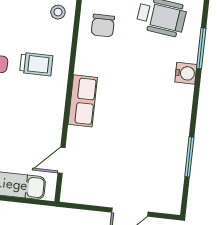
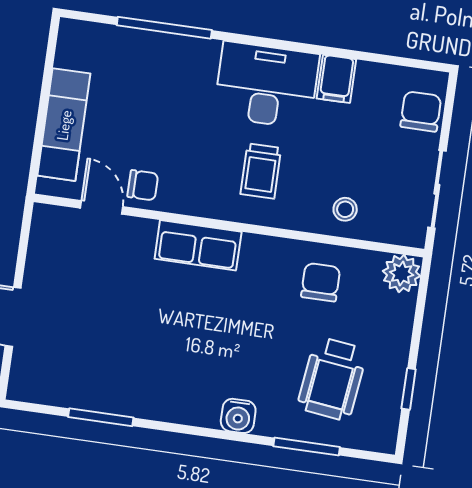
chair: (103, 26) -> (321, 282), turned 90
window: (201, 48) -> (307, 447), moved
chair: (47, 136) -> (143, 185), added

